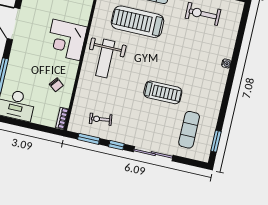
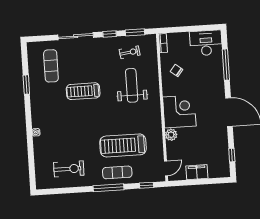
plant: (83, 18) -> (171, 135), added
treadmill: (138, 22) -> (123, 145), turned 180
weight bench: (105, 58) -> (132, 85), moved
window: (216, 141) -> (26, 85), moved

